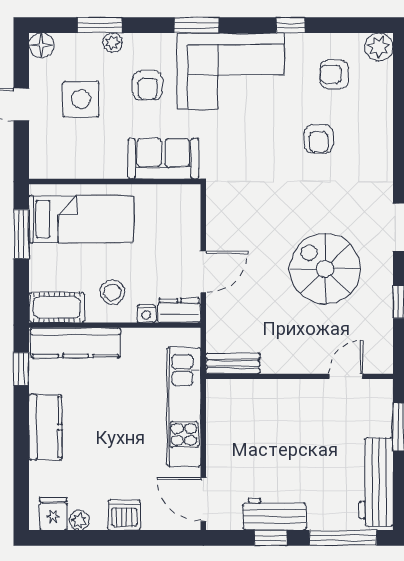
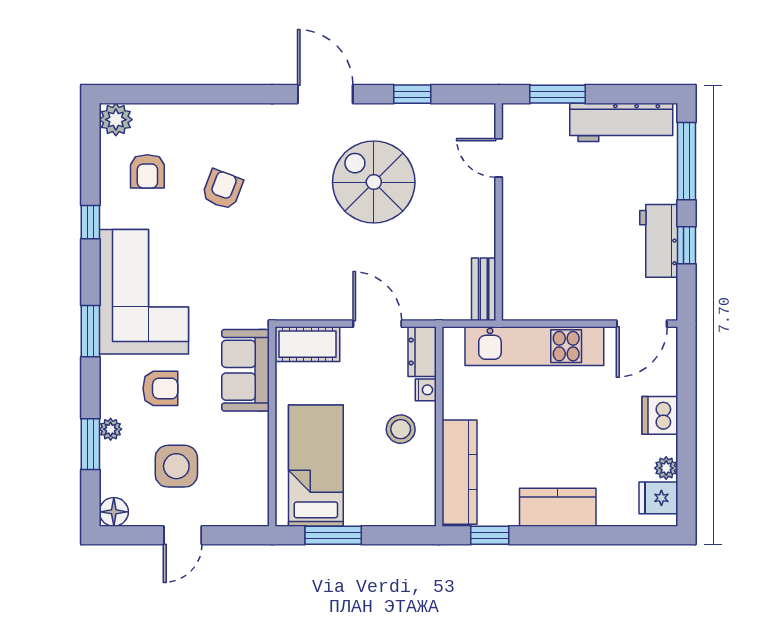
armchair: (319, 139) -> (222, 189), turned -69
spiral stairs: (325, 269) -> (374, 182), turned 90
cot: (57, 307) -> (307, 344), moved, turned 90

